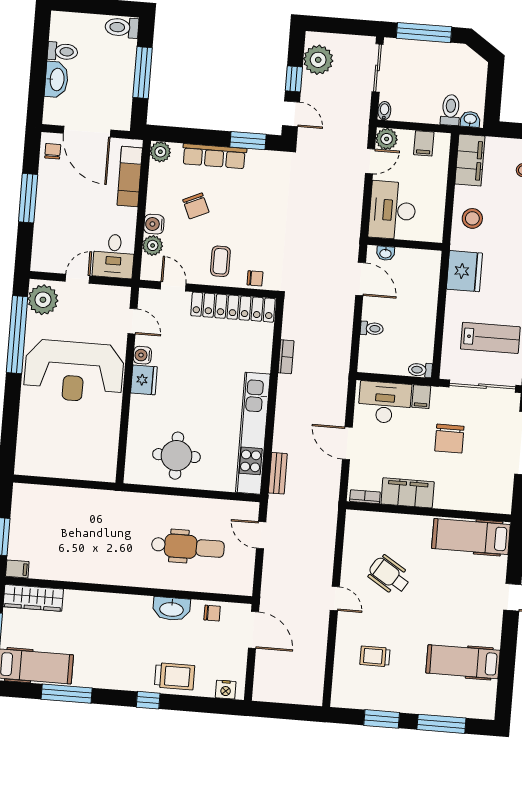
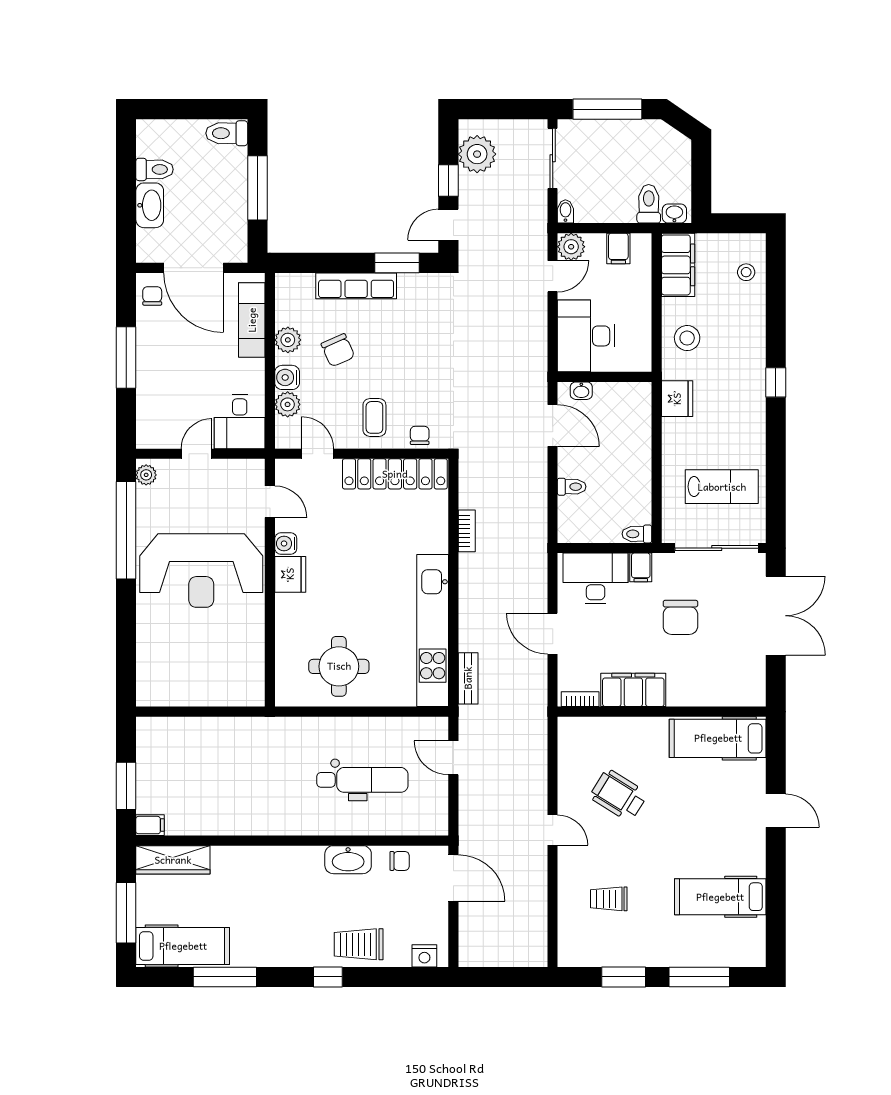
door: (291, 114) -> (448, 225), swing flipped
plant: (160, 152) -> (288, 340), moved
fridge: (464, 271) -> (677, 399), width x0.73, depth x0.75
chair: (255, 278) -> (420, 435), turned -90
plant: (43, 300) -> (146, 475), width x0.53, depth x0.53
trolley: (175, 676) -> (359, 944), turned 180

